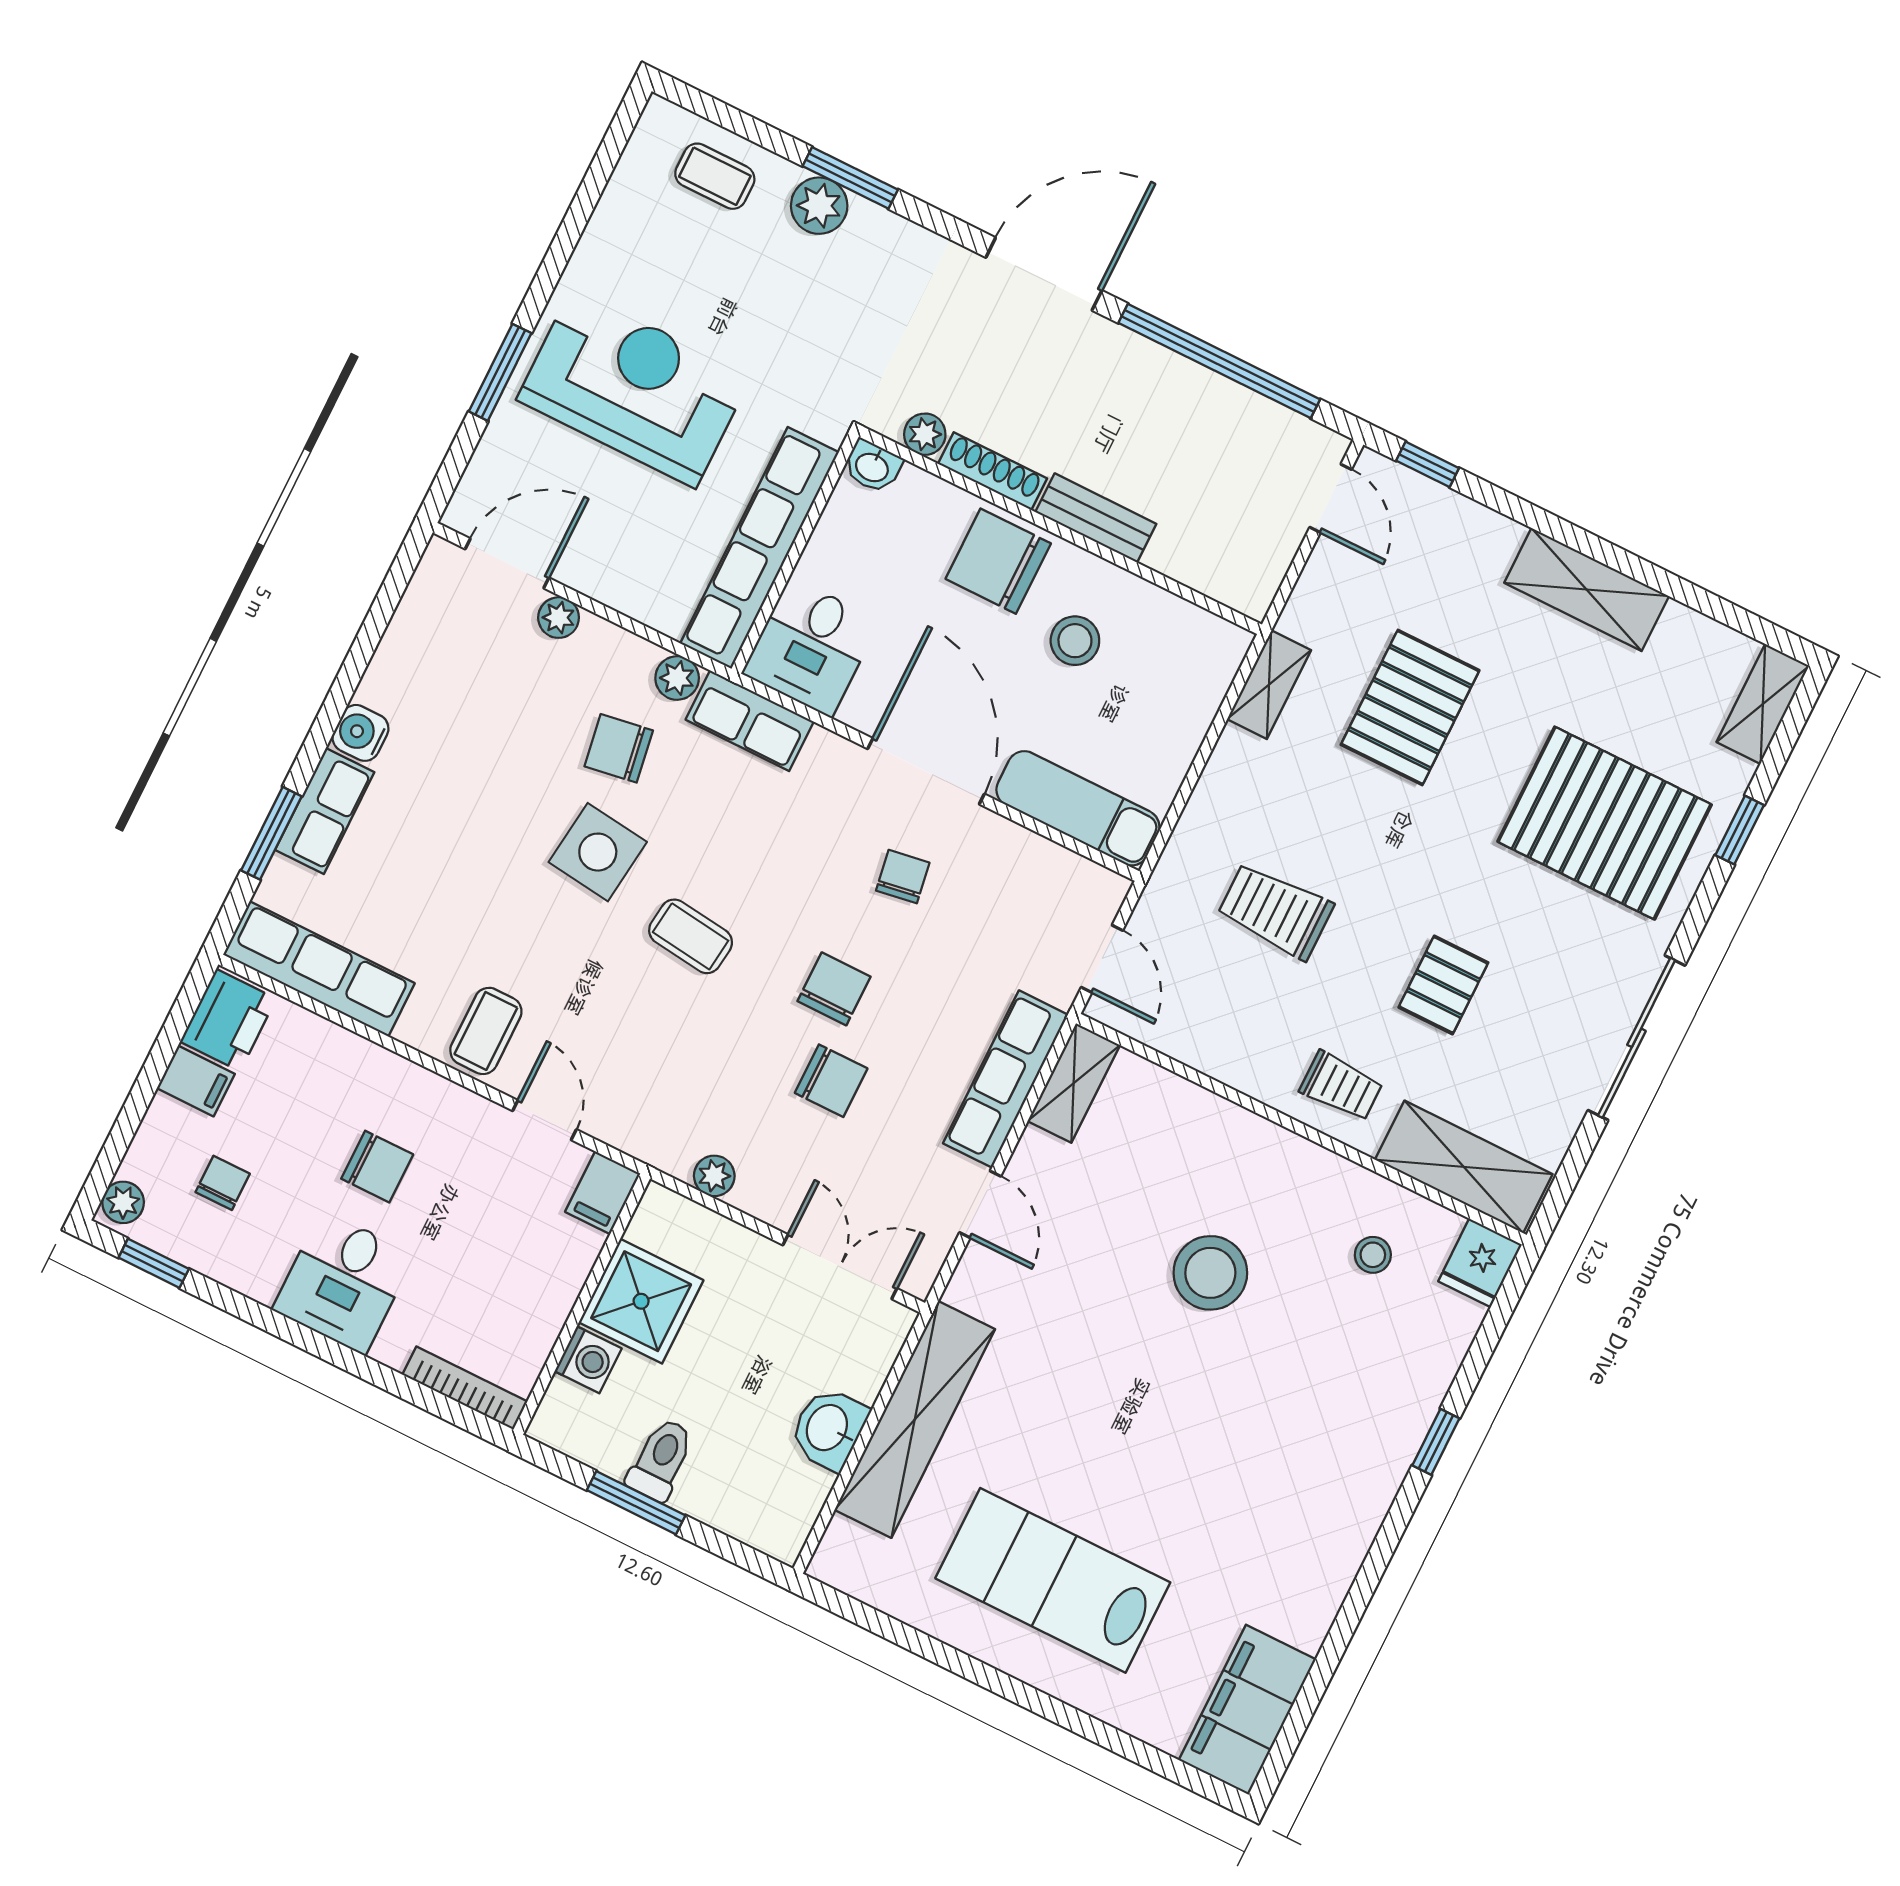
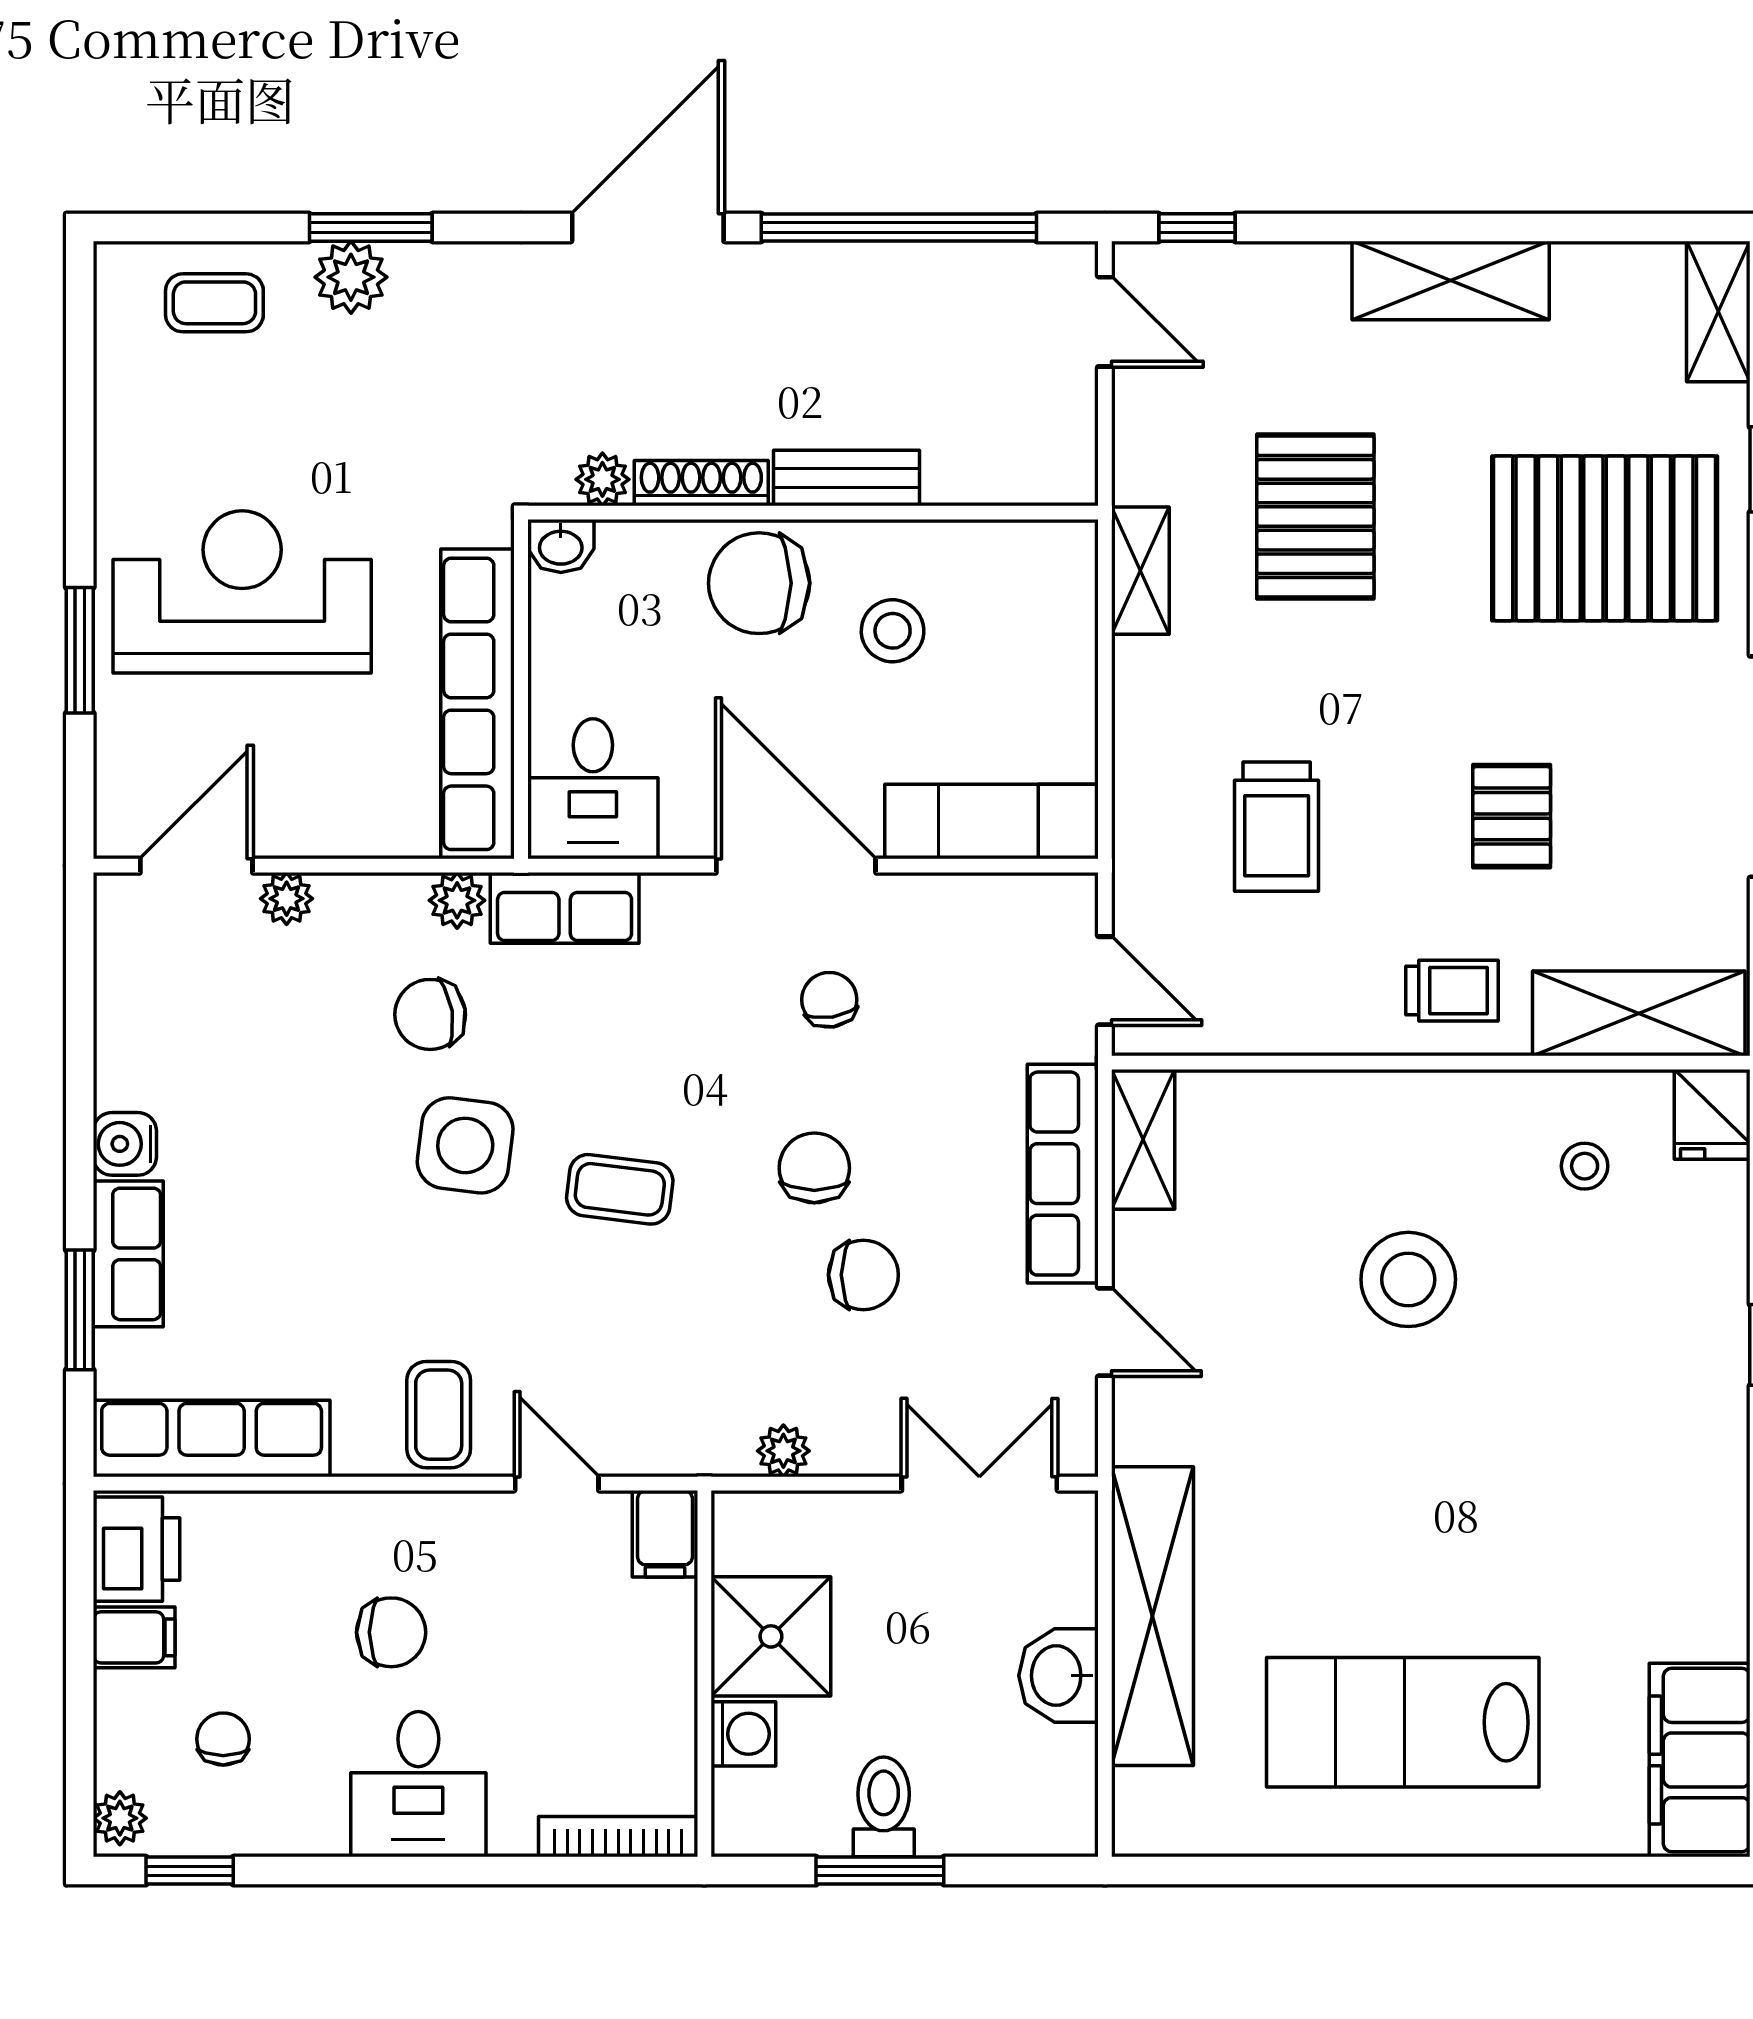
trolley: (1275, 911) -> (1277, 827), turned -90

